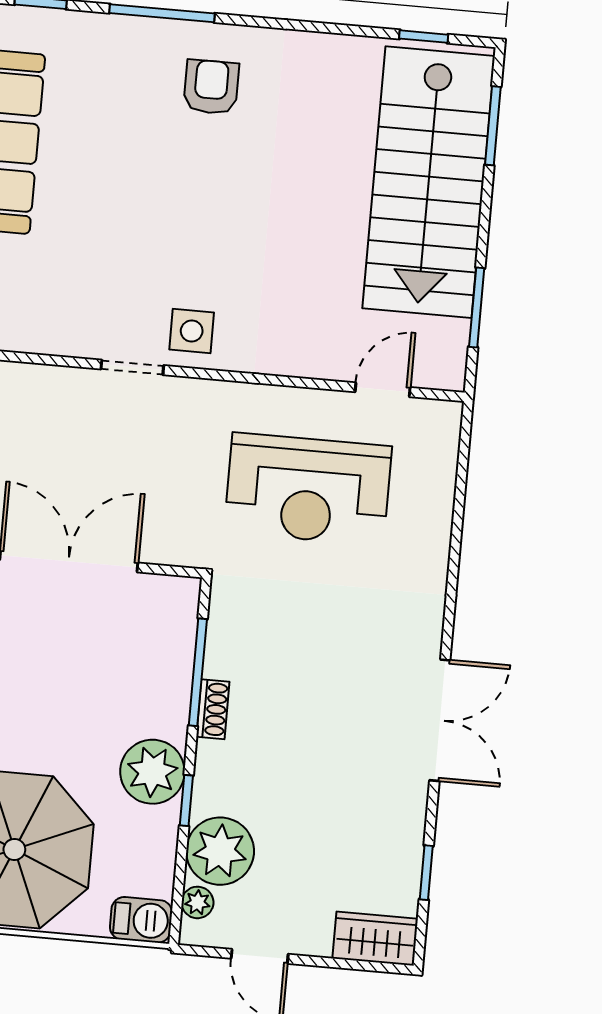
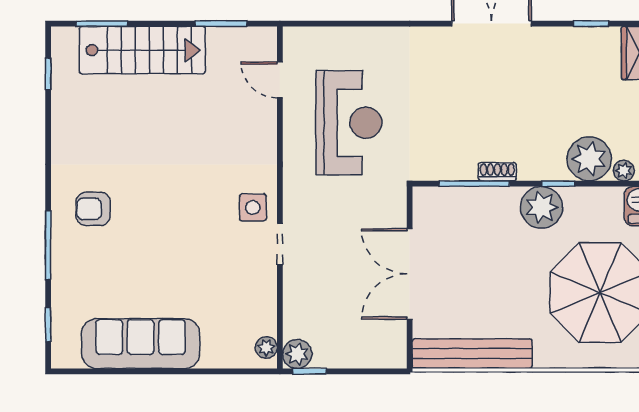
stairs: (429, 182) -> (142, 50), width x0.73, depth x0.66

